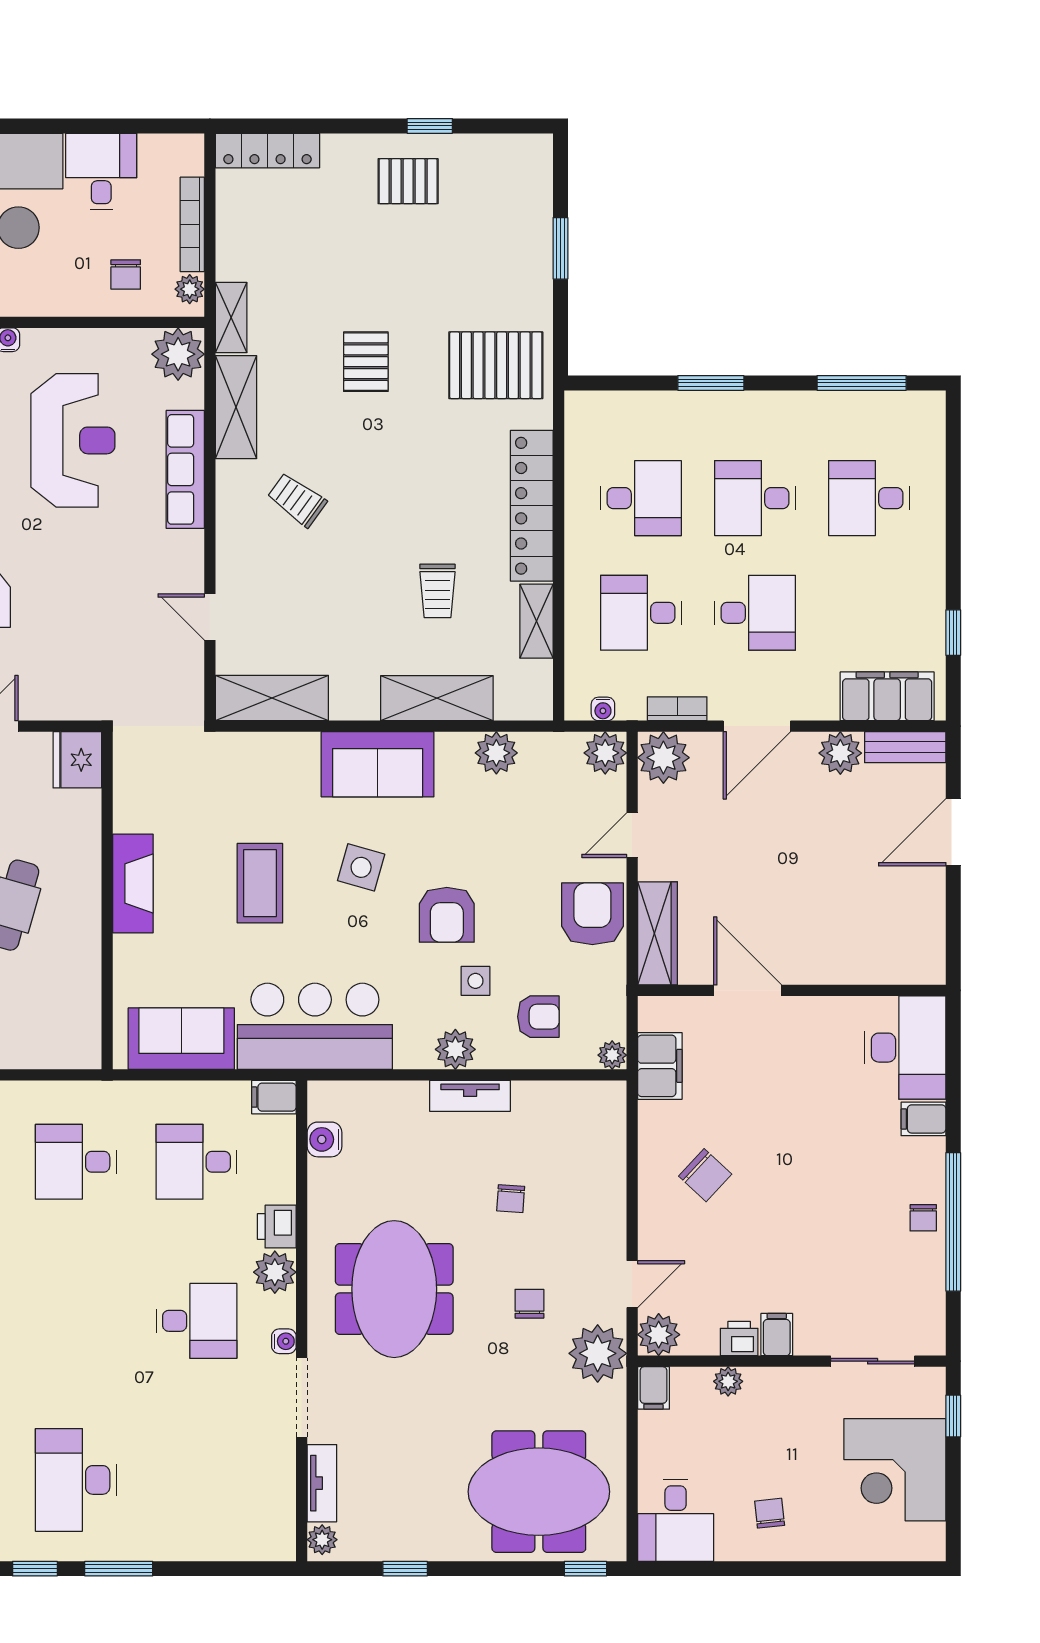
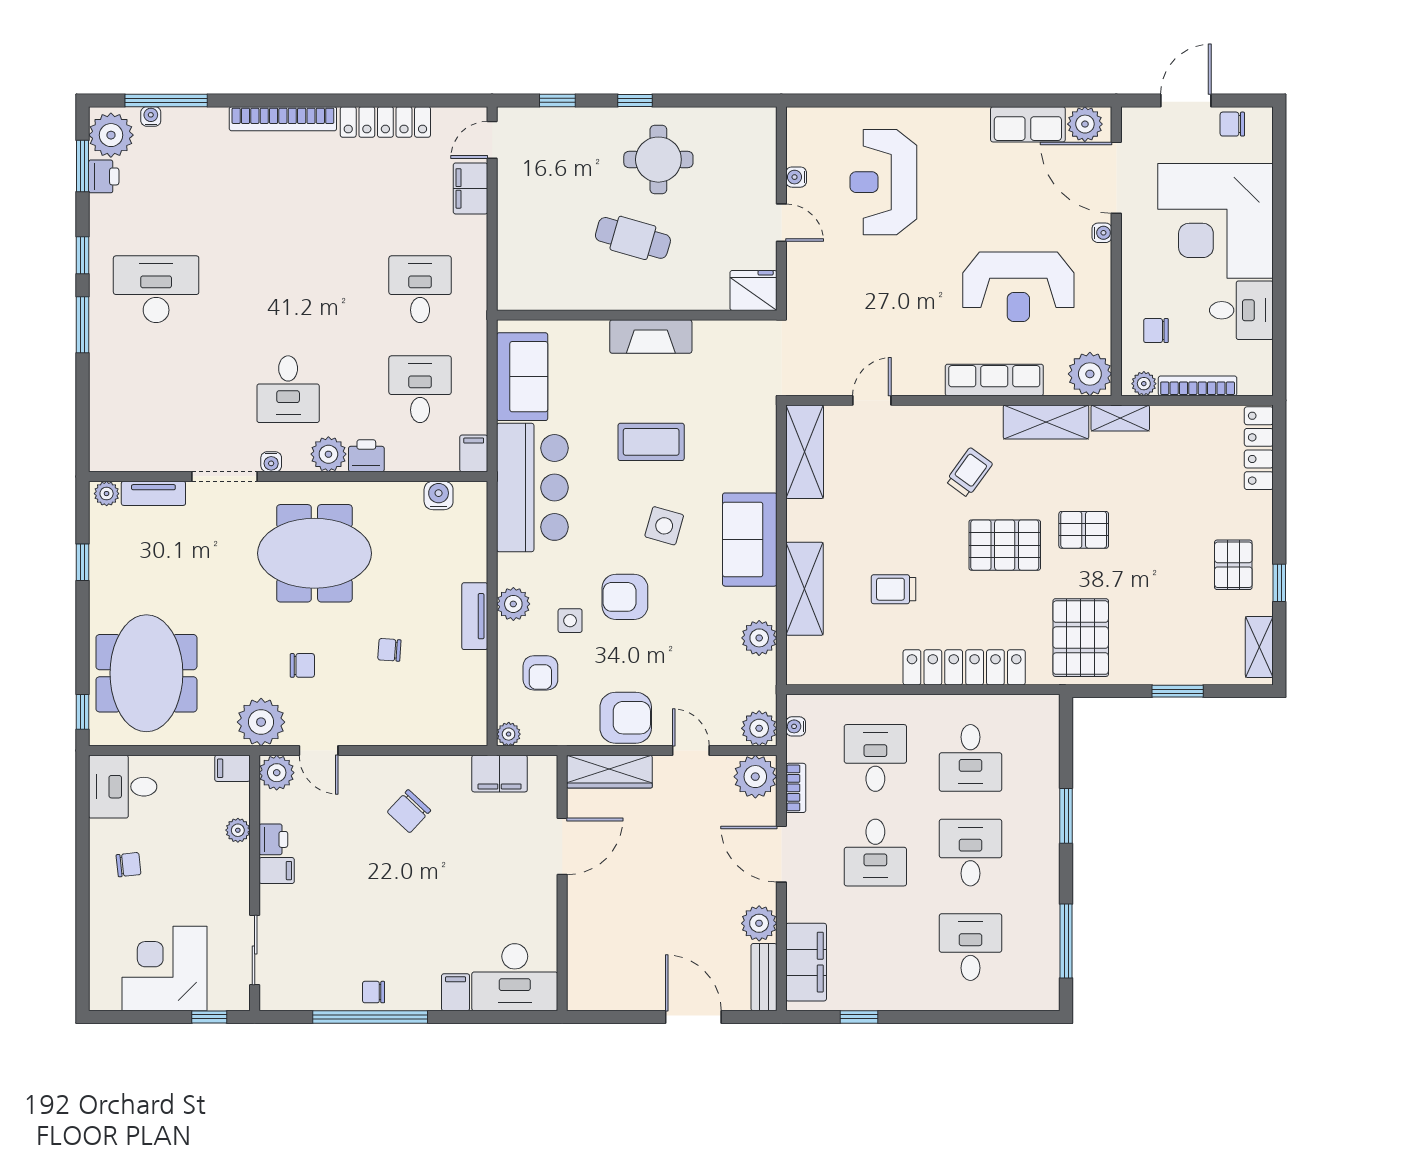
pallet: (384, 457) -> (1005, 545), added
shelving: (536, 621) -> (1259, 647), moved, turned 90

